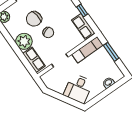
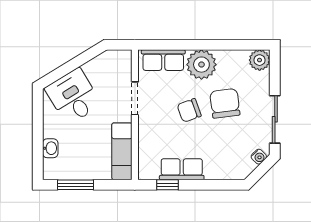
window: (82, 10) -> (168, 185), moved
row of seats: (83, 27) -> (182, 169), moved
window: (111, 52) -> (75, 185), moved

